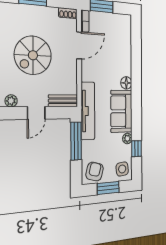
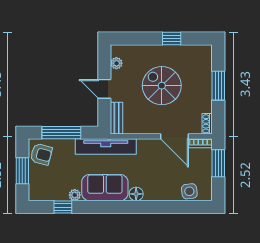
window: (76, 141) -> (61, 133), moved
side table: (122, 169) -> (189, 191), moved

